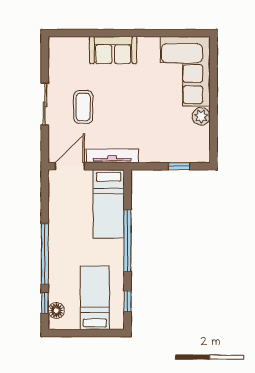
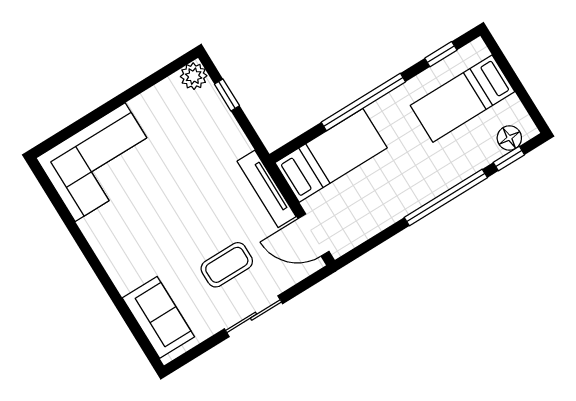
sofa: (113, 50) -> (158, 317), moved
plant: (201, 116) -> (194, 76), moved

